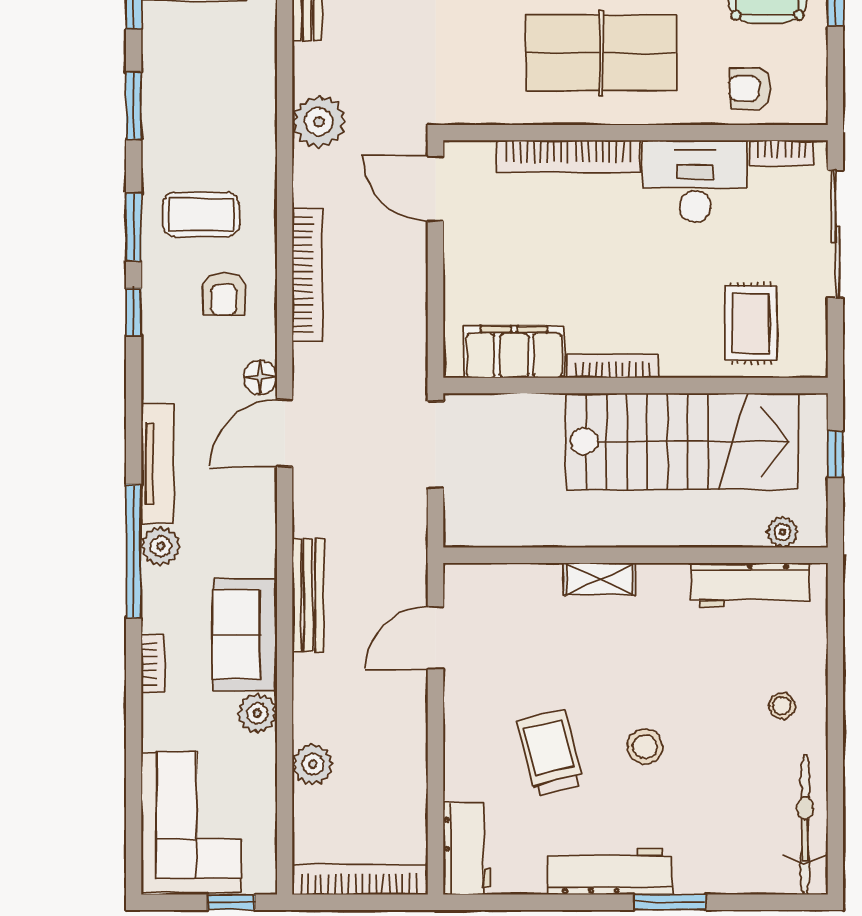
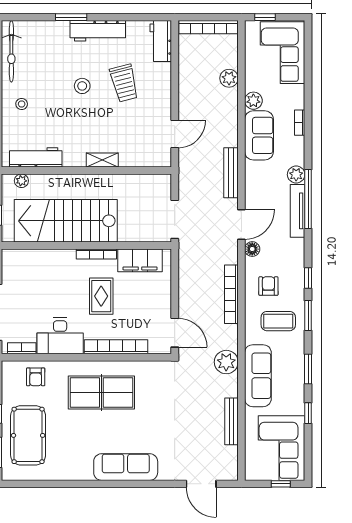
armchair: (750, 88) -> (36, 377), turned 90
sofa: (247, 91) -> (258, 376), added
rug: (751, 323) -> (101, 296), moved
window: (134, 551) -> (308, 199), moved
bench: (308, 595) -> (231, 173), moved

